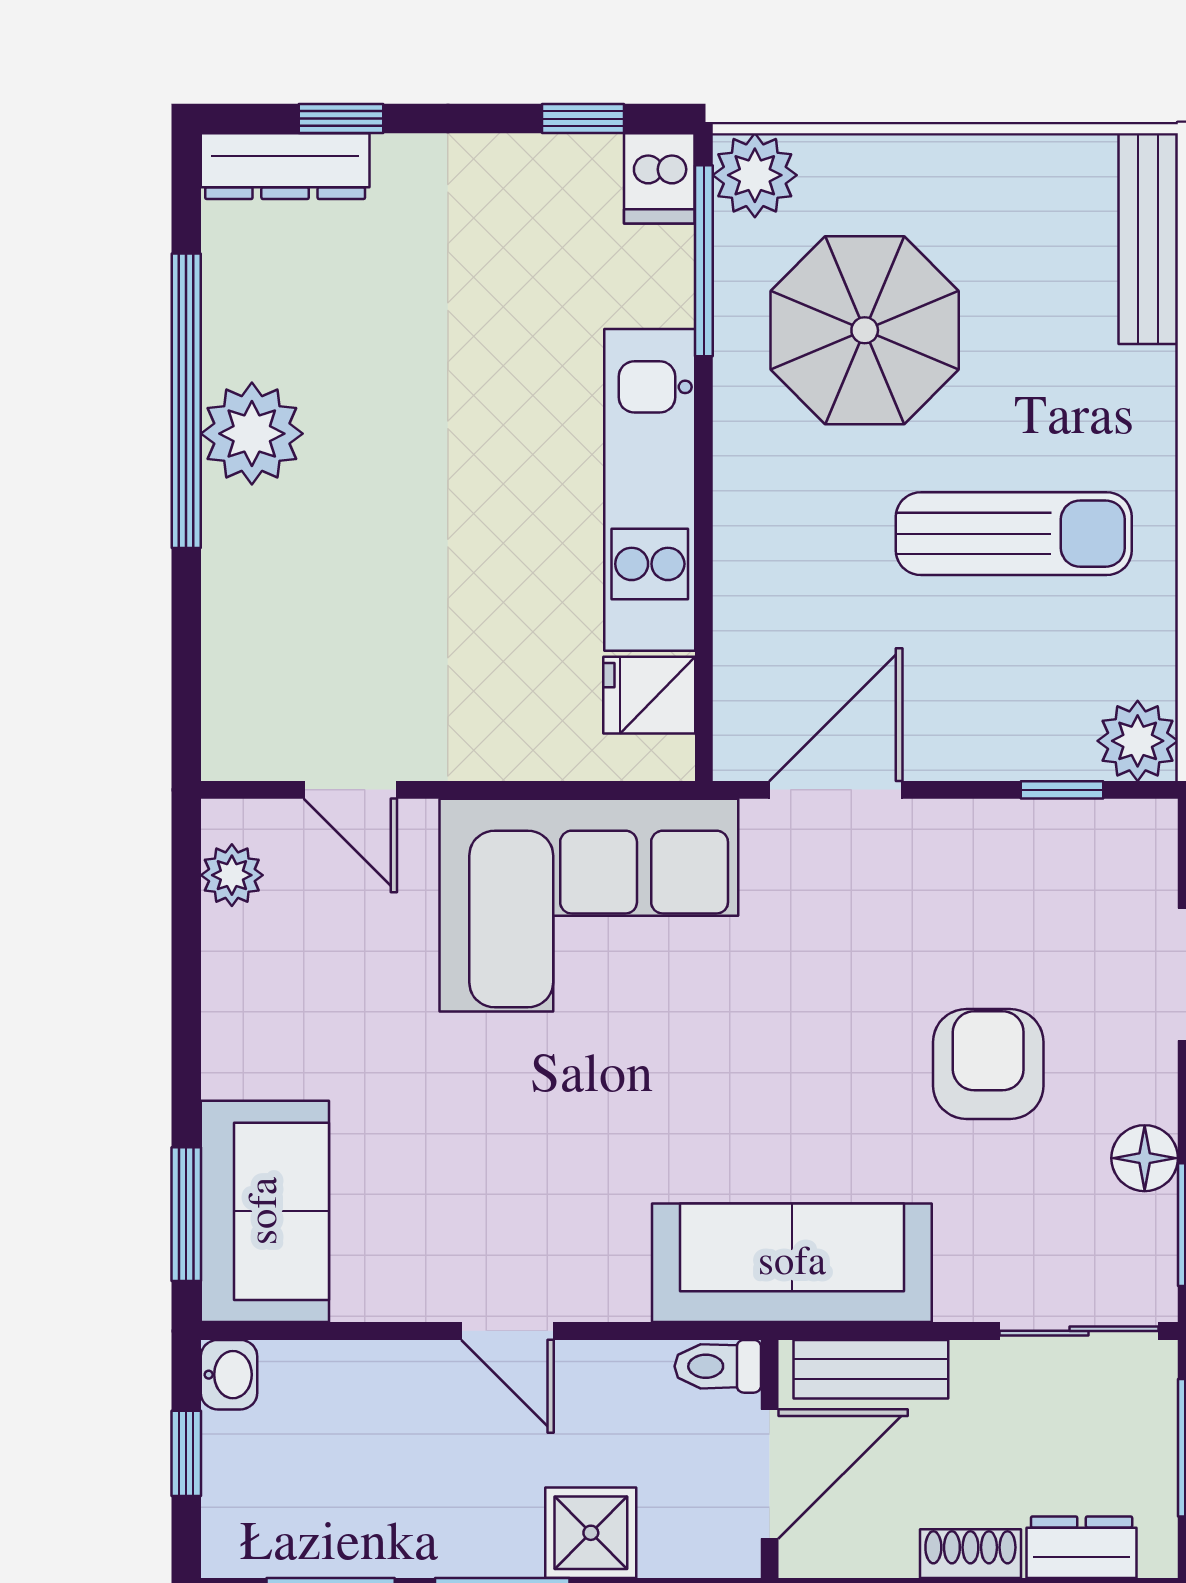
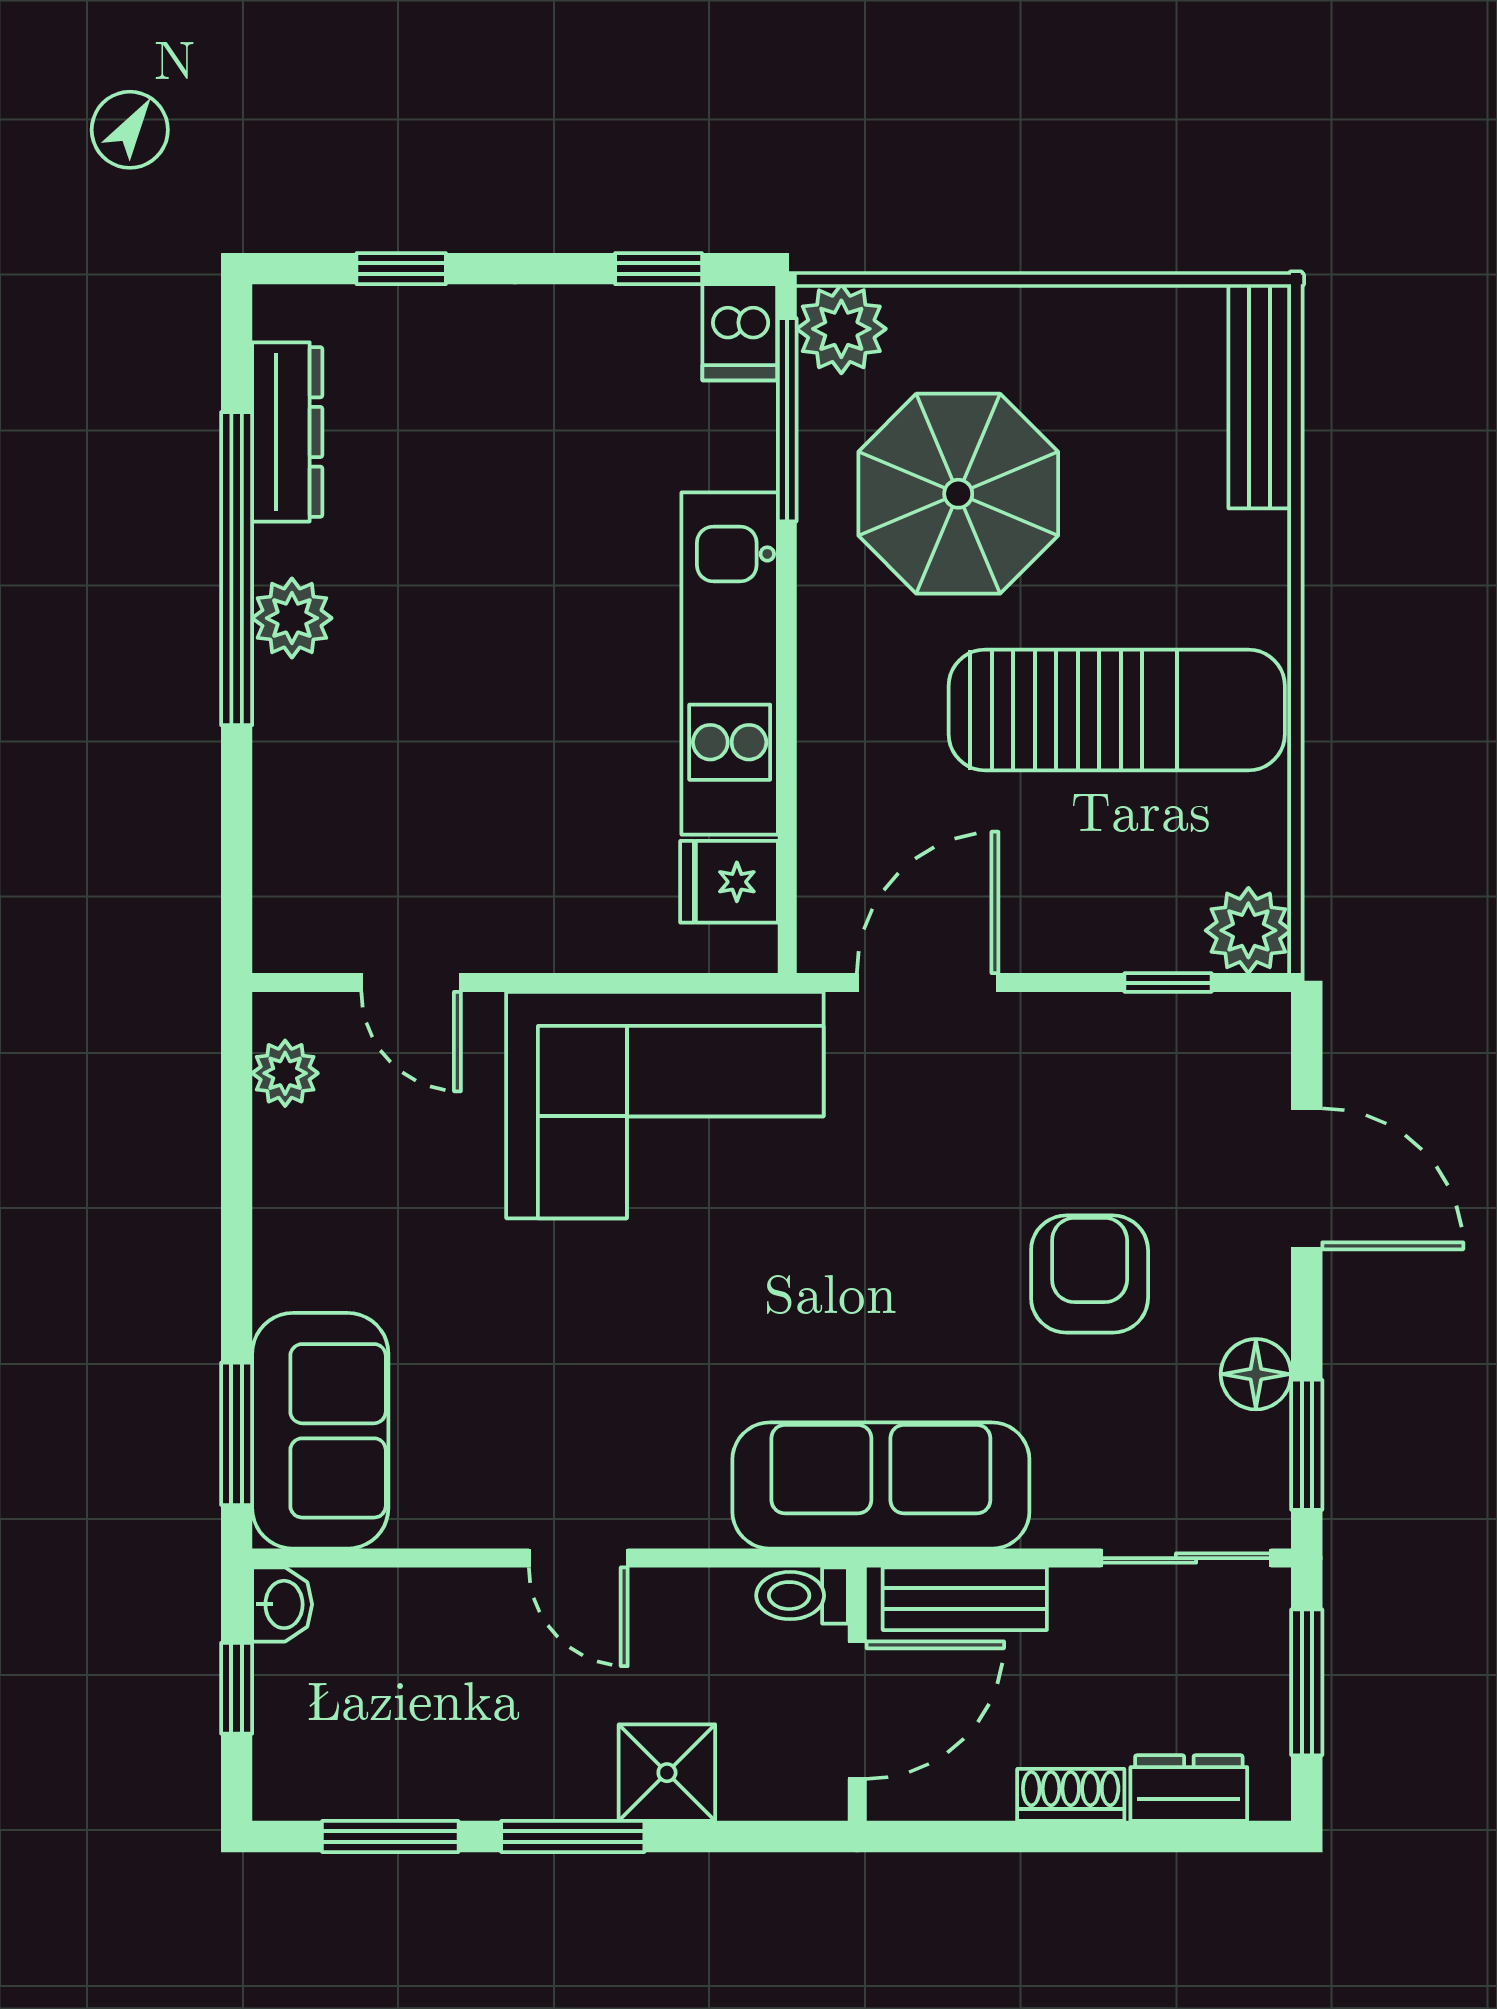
dresser: (285, 166) -> (287, 432), moved, turned -90
plant: (252, 434) -> (292, 618), width x0.73, depth x0.73
sun lounger: (1014, 534) -> (1117, 710), width x1.36, depth x1.34

